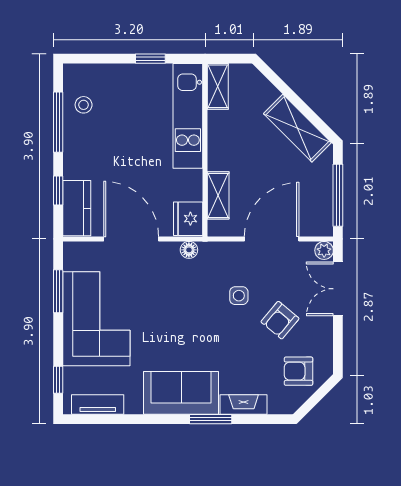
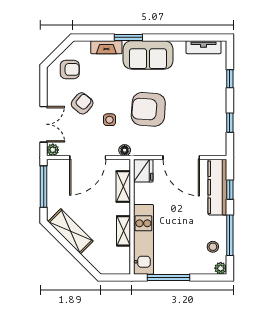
window: (150, 59) -> (168, 278), width x2.17
plant: (72, 73) -> (221, 268), added
shelving: (218, 86) -> (124, 231), moved
kitchen counter: (77, 208) -> (217, 187), width x1.50
floor lamp: (189, 250) -> (125, 150), moved
window: (58, 291) -> (230, 123), width x0.67
armchair: (181, 311) -> (148, 109), added
corner sofa: (96, 319) -> (204, 104), removed
window: (58, 380) -> (230, 79), moved

